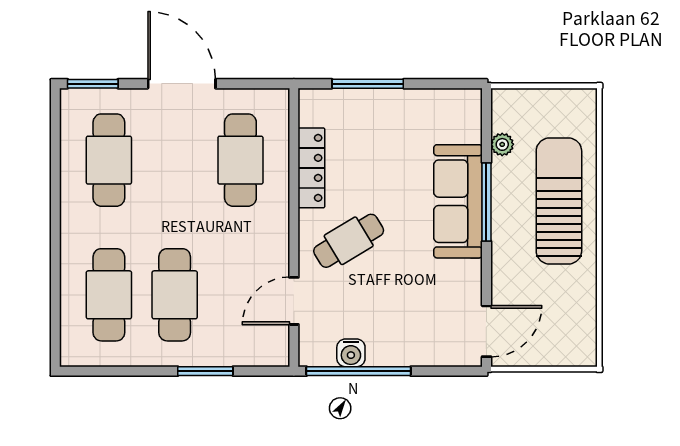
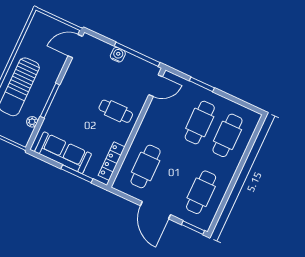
locker: (311, 168) -> (112, 161), moved
sofa: (458, 201) -> (63, 153), moved, turned -90
cafe table: (349, 241) -> (116, 111), turned 31
door: (294, 301) -> (156, 86), moved
water cooler: (351, 353) -> (118, 55), moved

